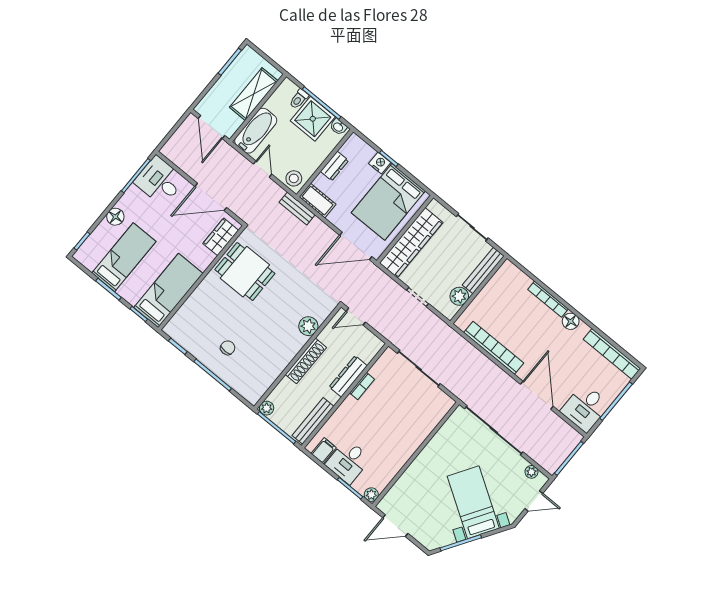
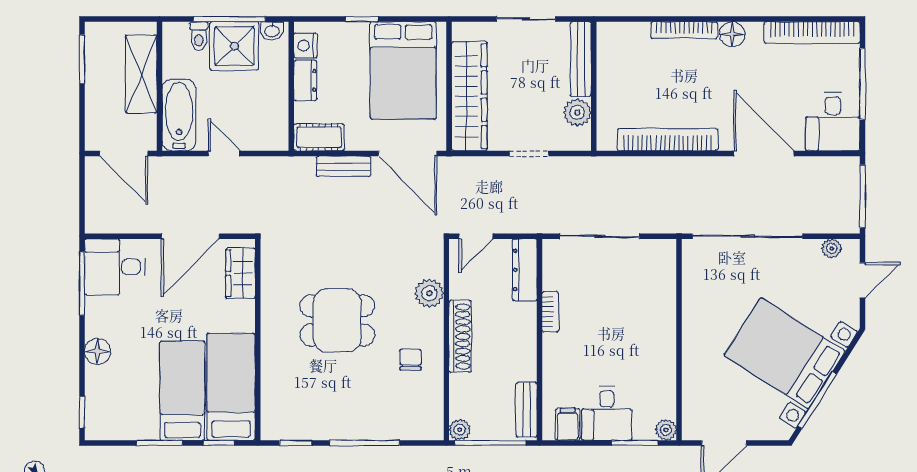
nightstand: (380, 163) -> (305, 45), moved, turned -90
stool: (294, 178) -> (270, 134), removed
bench: (297, 209) -> (344, 166), moved
door: (356, 246) -> (408, 153), hinge flipped
bed: (124, 257) -> (182, 391), moved
dining table: (245, 272) -> (337, 320), moved
chair: (228, 348) -> (411, 360), moved
dresser: (348, 376) -> (525, 270), moved
bench: (313, 421) -> (526, 410), width x0.73
bed with nightstands: (473, 502) -> (785, 353), width x1.36

